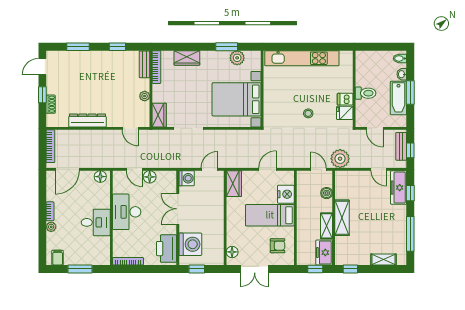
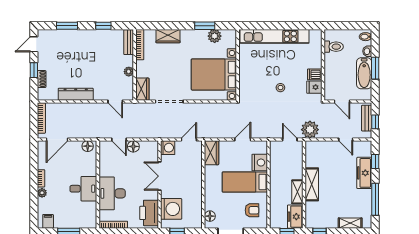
toilet: (366, 93) -> (334, 47), moved
freezer: (399, 188) -> (364, 173), moved
boiler: (327, 193) -> (297, 161), removed
desk: (127, 212) -> (112, 193), moved

